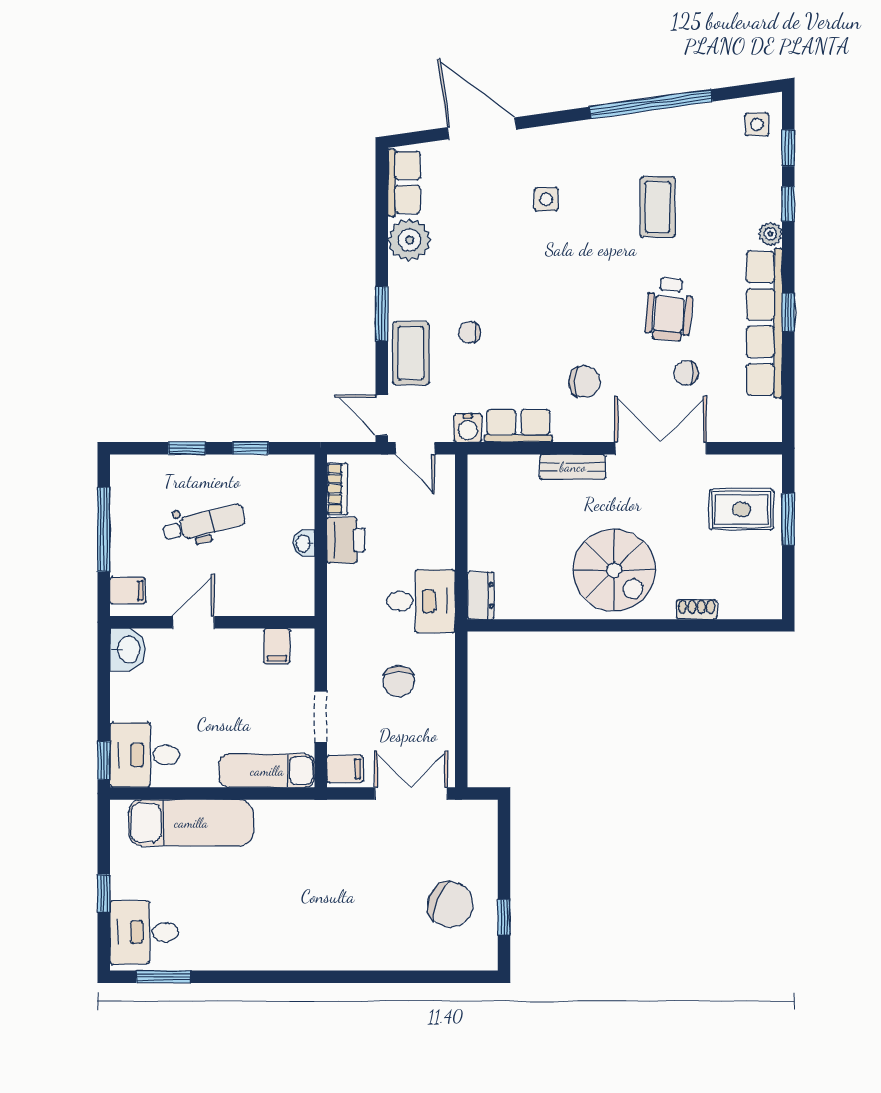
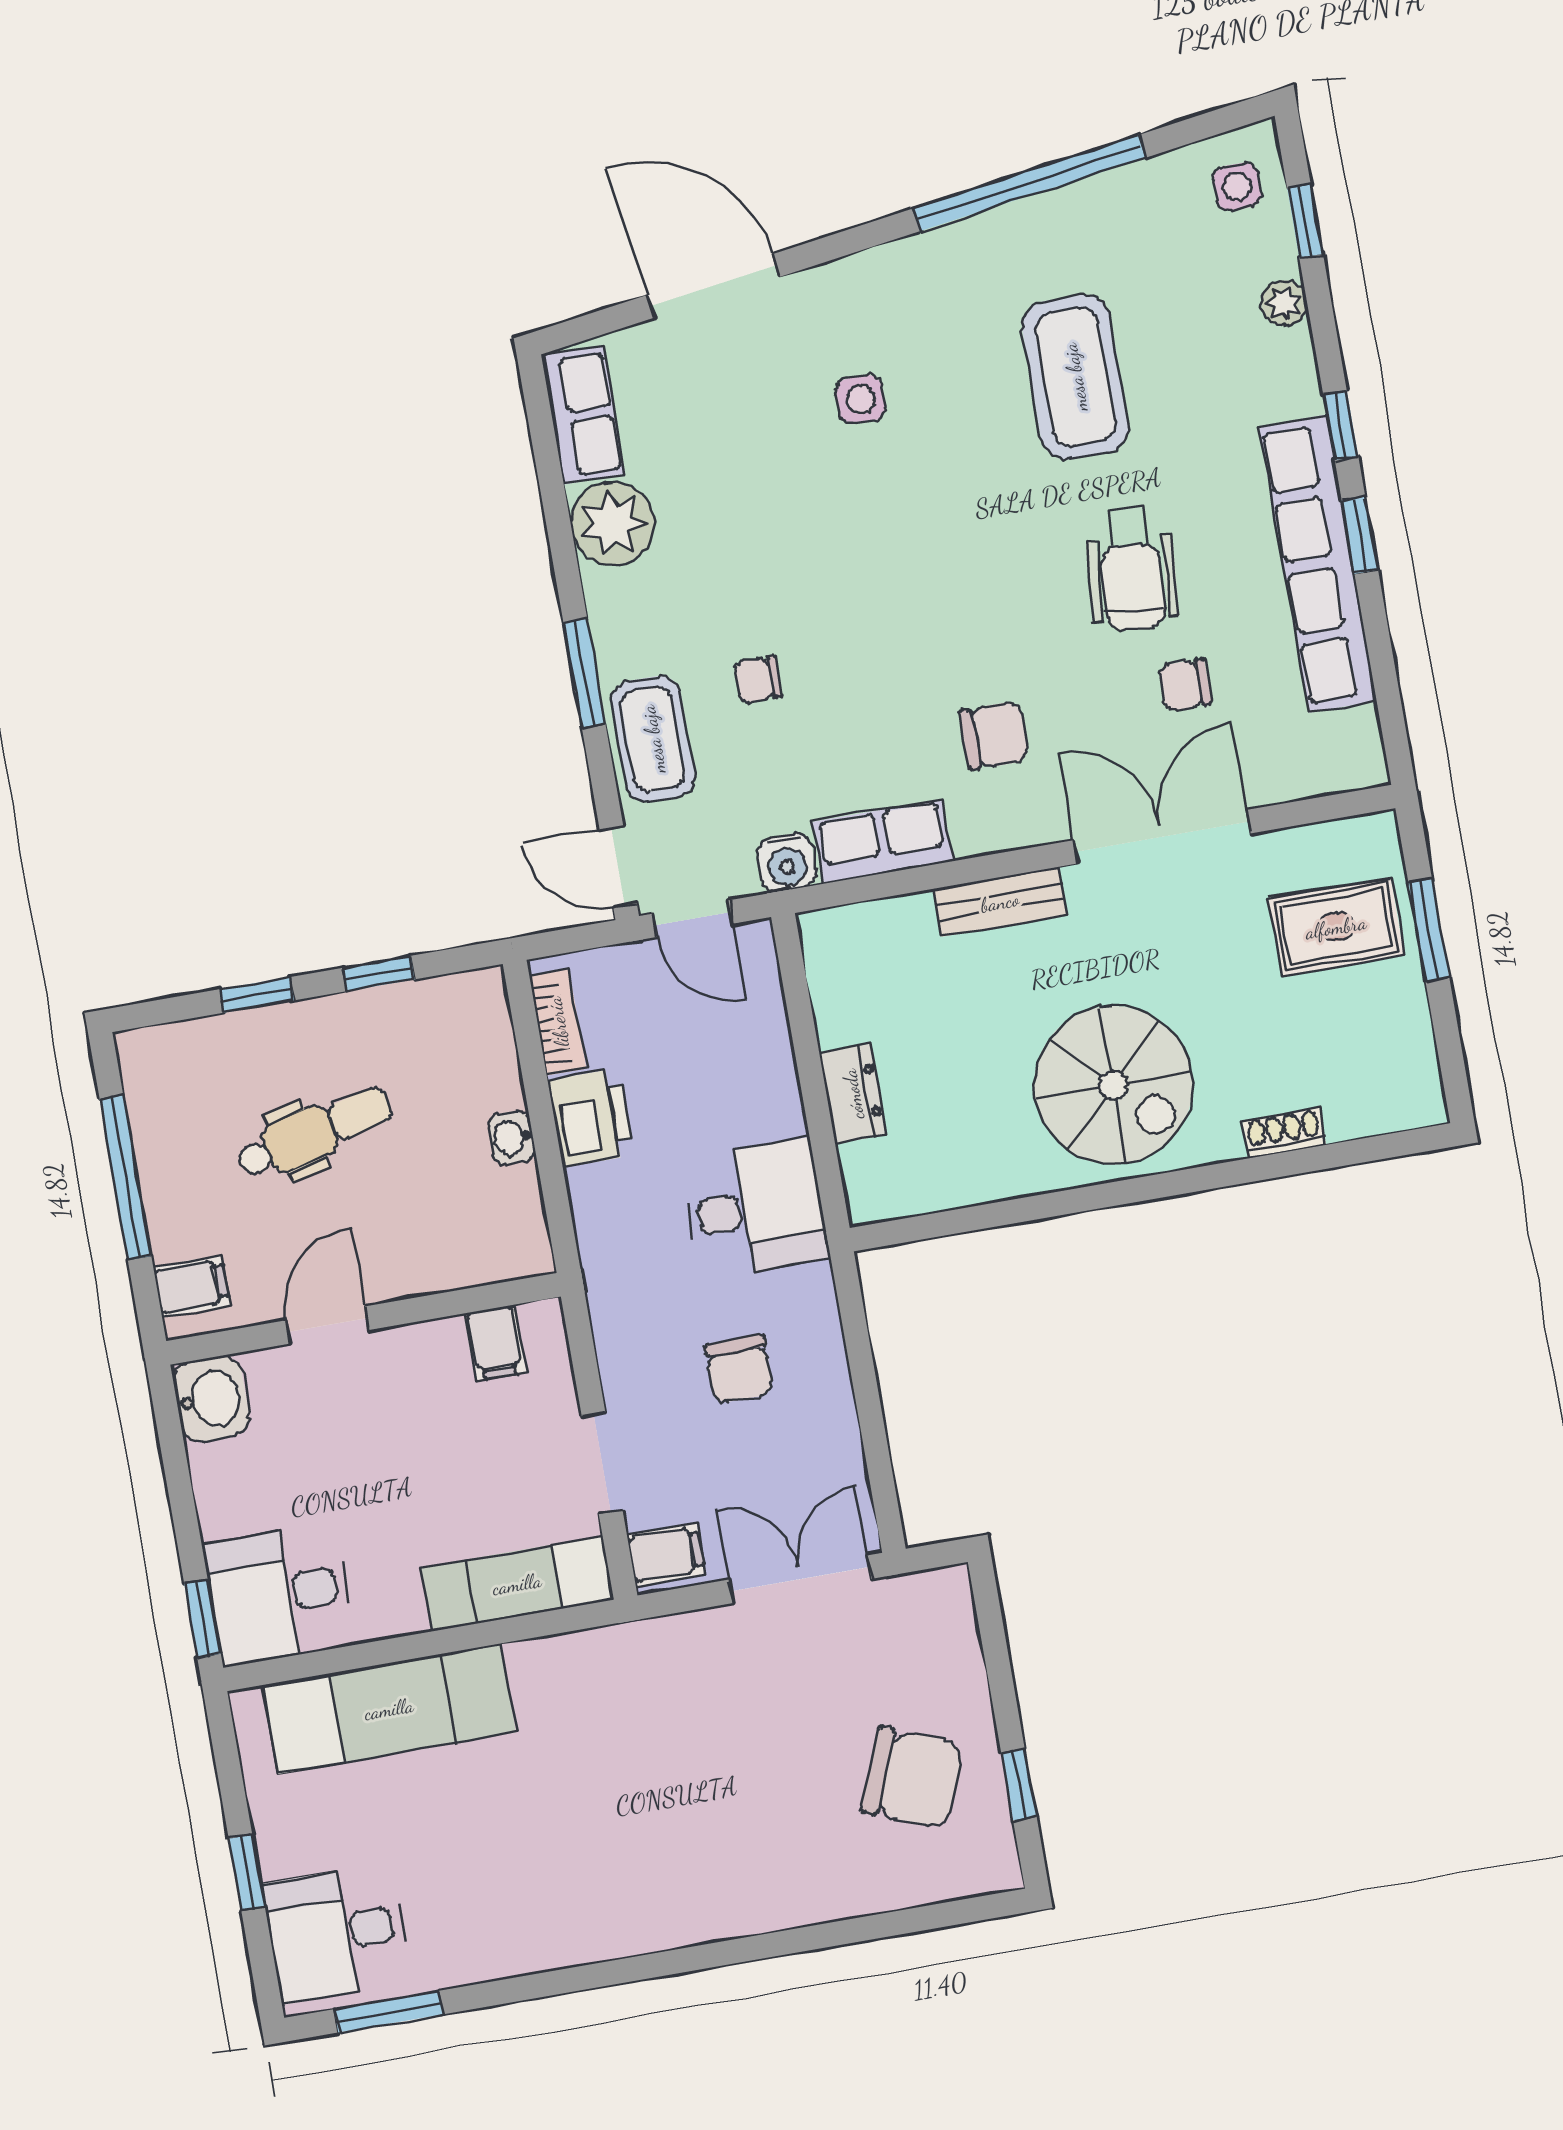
window: (788, 204) -> (1341, 425), moved
coffee table: (658, 207) -> (1075, 377), width x1.36, depth x1.32
plant: (770, 234) -> (1284, 303), moved
dresser: (481, 595) -> (853, 1094), moved

